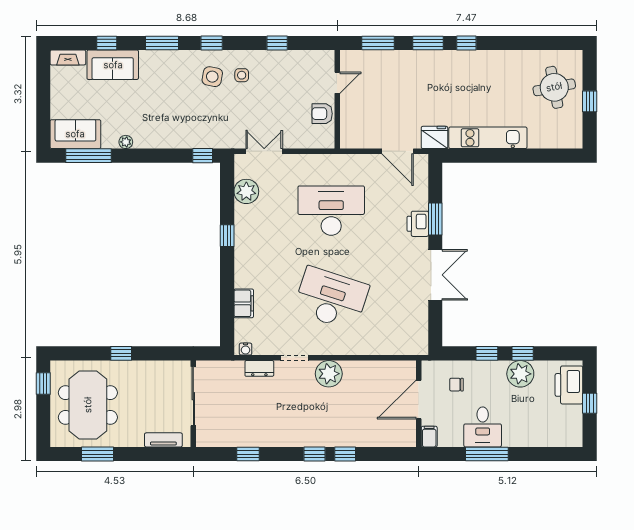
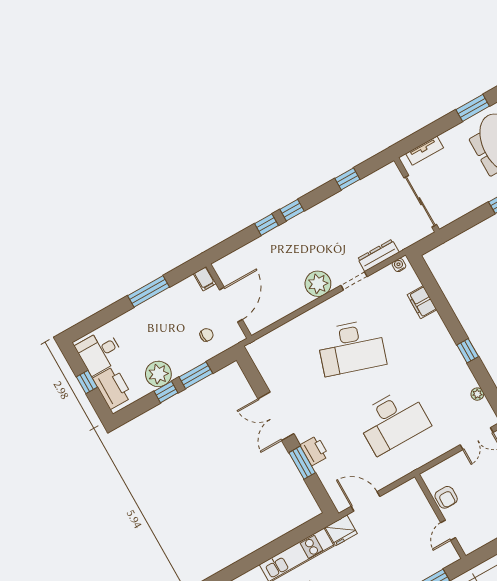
armchair: (322, 114) -> (446, 497), turned 90
plant: (246, 191) -> (477, 394), width x0.53, depth x0.53
window: (487, 353) -> (196, 375), width x1.50
dresser: (259, 368) -> (378, 255), width x1.44
desk: (483, 427) -> (99, 352), moved, turned -90

